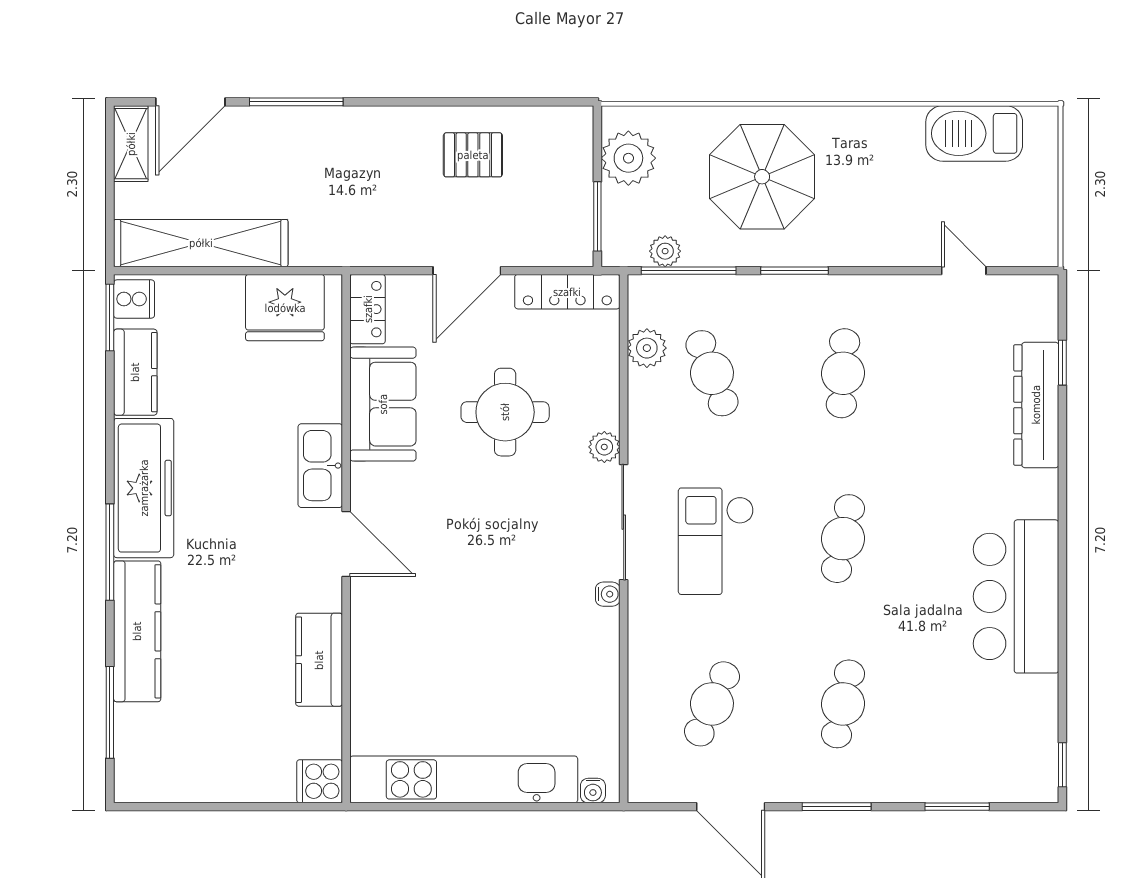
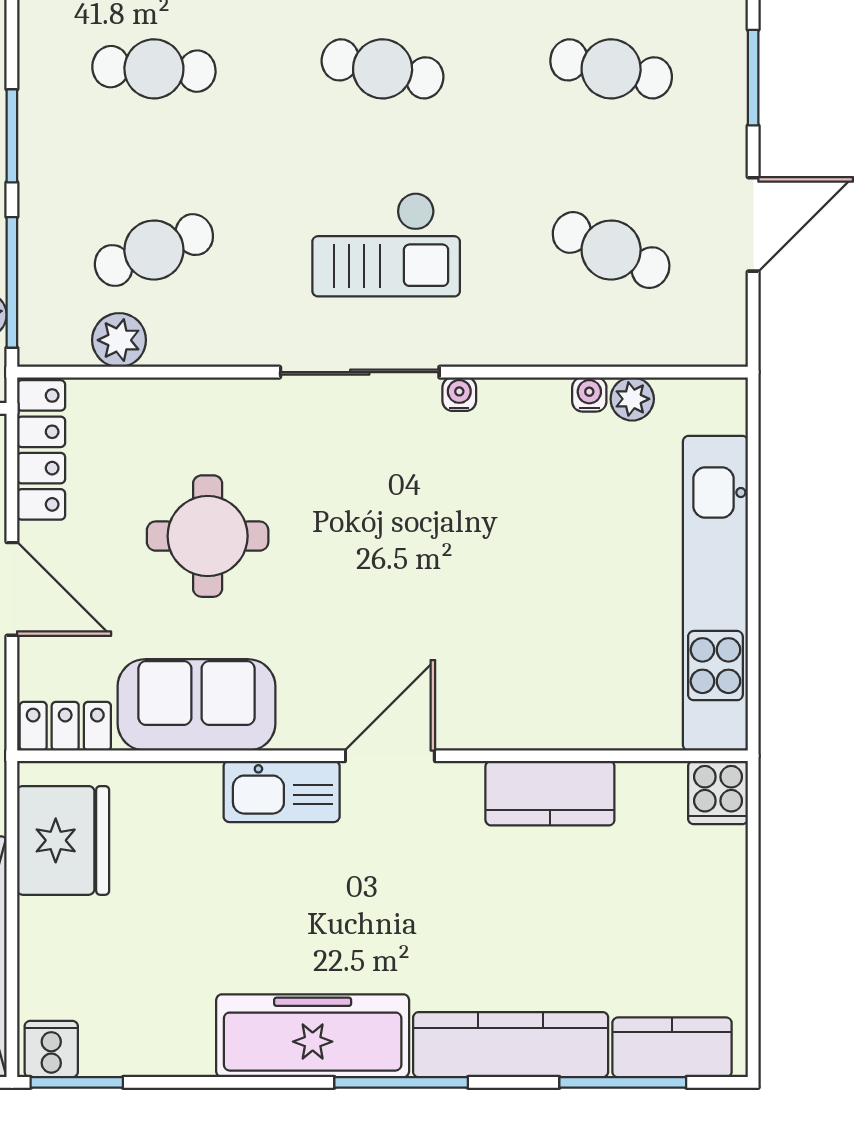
kitchen counter: (135, 372) -> (672, 1047), moved
plant: (604, 447) -> (632, 399), moved
water cooler: (593, 791) -> (589, 394), moved, turned -90

